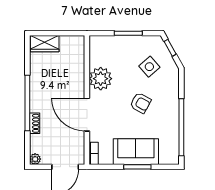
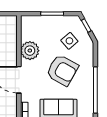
armchair: (141, 103) -> (62, 70), width x1.88, depth x1.88

